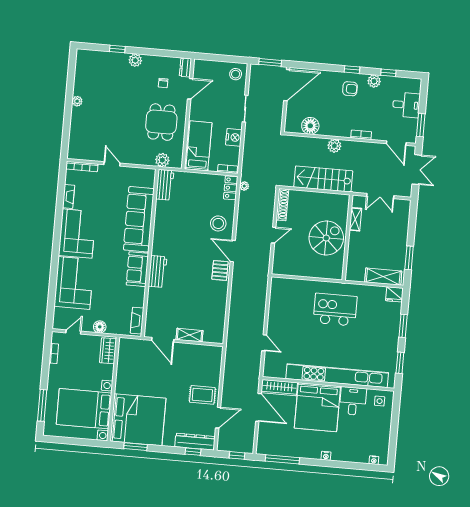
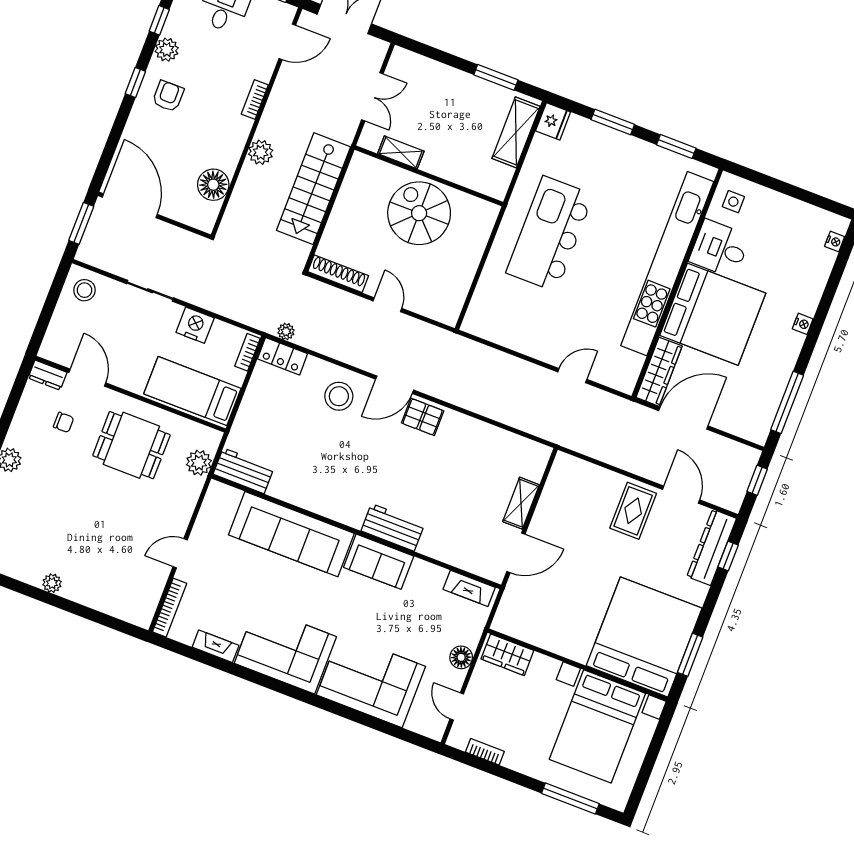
kitchen island: (335, 310) -> (550, 234), width x1.37

